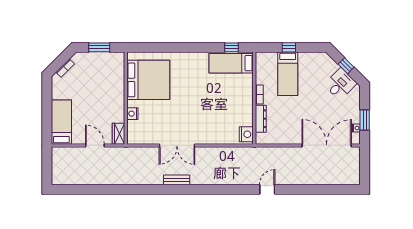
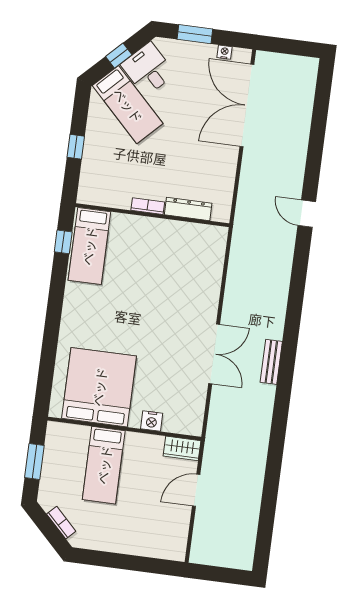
bed: (288, 74) -> (128, 105), moved, turned 45
window: (365, 120) -> (195, 34), moved
bed: (61, 122) -> (104, 465), moved, turned -90
nightstand: (246, 134) -> (211, 237), removed

